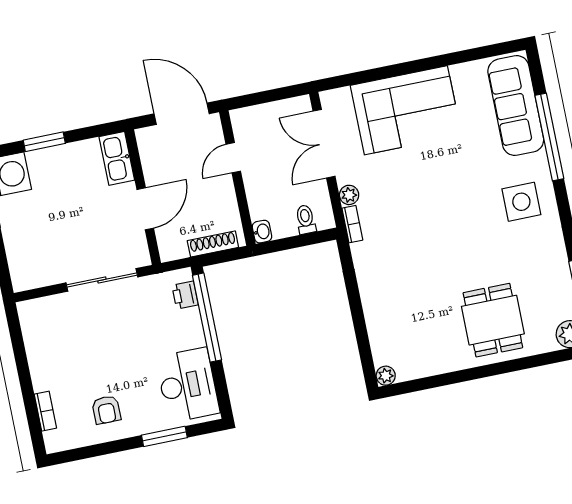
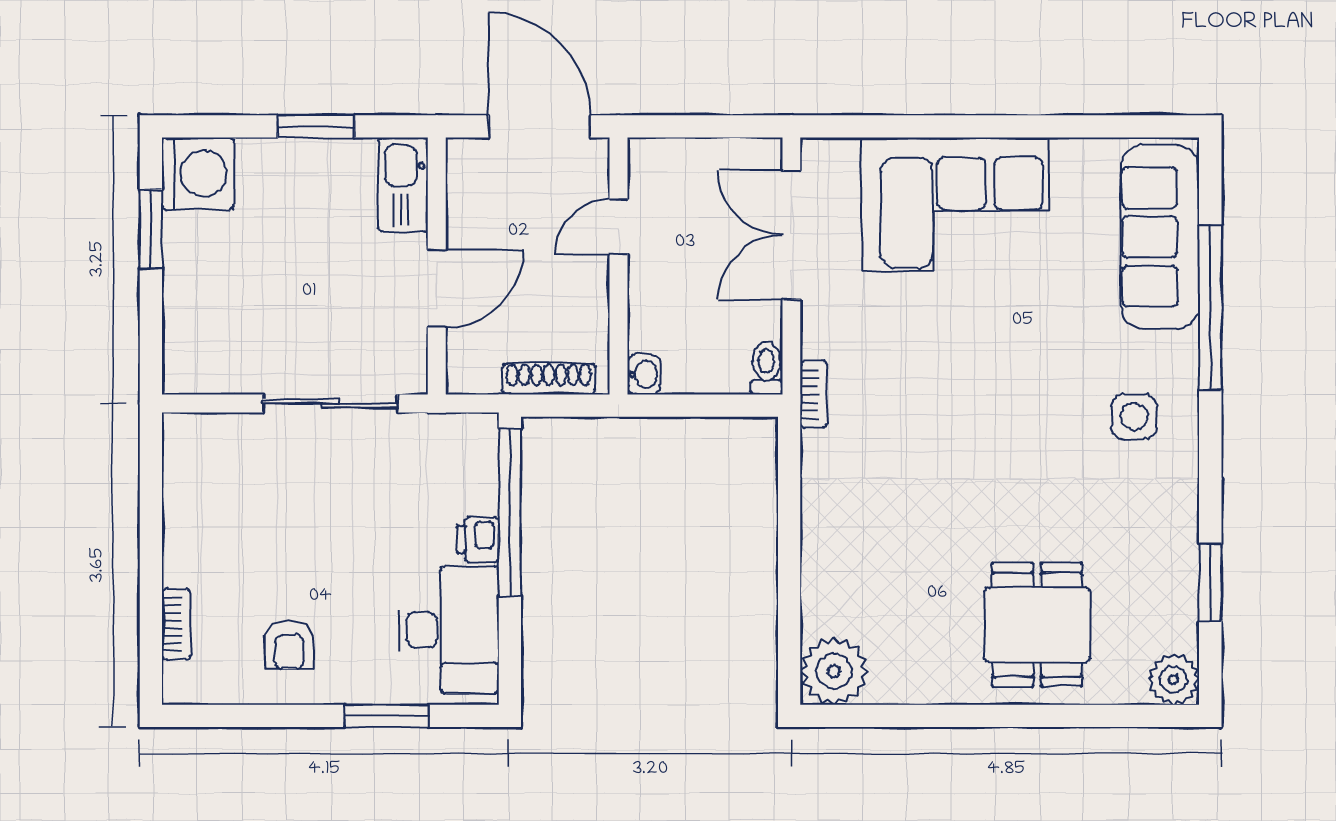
window: (44, 142) -> (316, 126), moved
plant: (349, 195) -> (818, 339), removed
side table: (521, 202) -> (1134, 417), width x0.73, depth x0.73
toilet: (306, 219) -> (766, 368), moved
printer: (185, 295) -> (478, 539), moved
plant: (386, 376) -> (834, 671), width x1.87, depth x1.87

